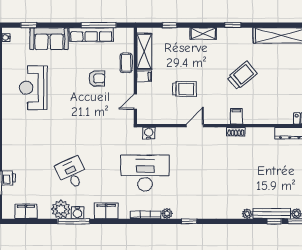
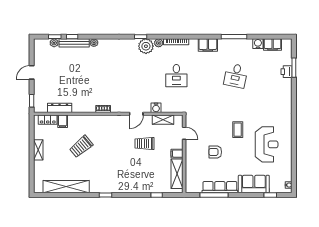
shelving: (203, 33) -> (163, 120), moved
coffee table: (126, 63) -> (238, 130), moved
trolley: (242, 75) -> (81, 147), moved
door: (135, 102) -> (184, 133), hinge flipped
filing cabinet: (236, 116) -> (63, 121), moved
water cooler: (149, 133) -> (156, 108), moved
desk: (72, 173) -> (236, 76), turned 36
desk: (145, 173) -> (176, 76), width x0.53, depth x0.77
plant: (61, 209) -> (146, 46), moved
water cooler: (78, 213) -> (258, 44), moved

